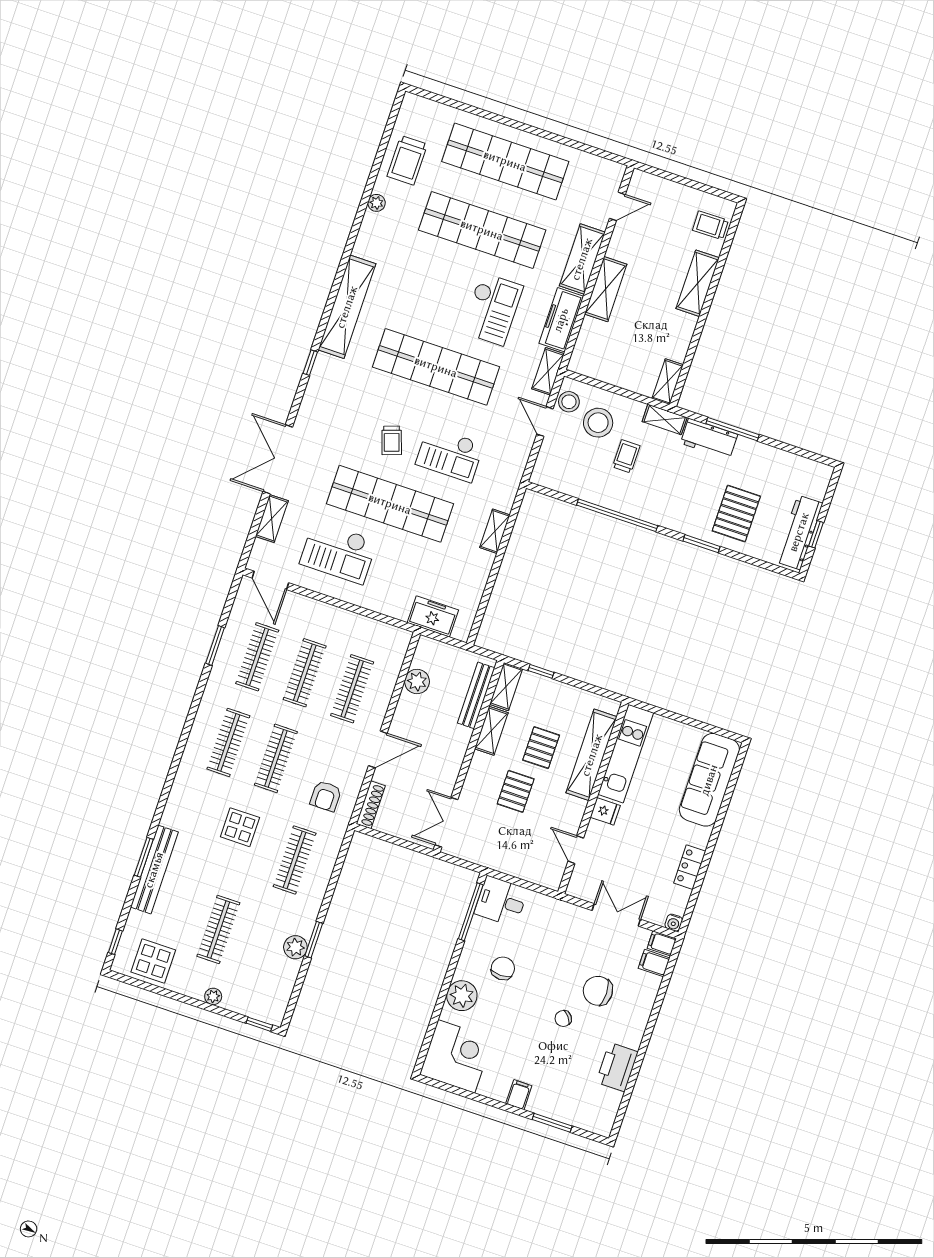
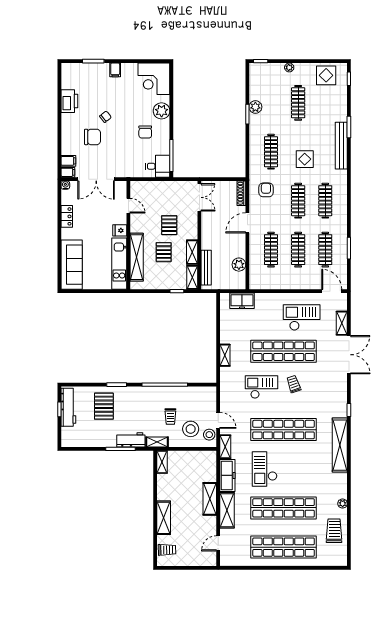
bench: (154, 870) -> (341, 146), moved
double door: (616, 915) -> (96, 179), width x1.37

